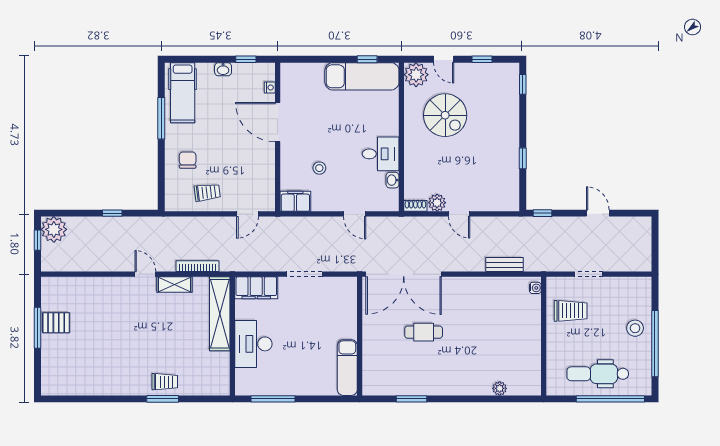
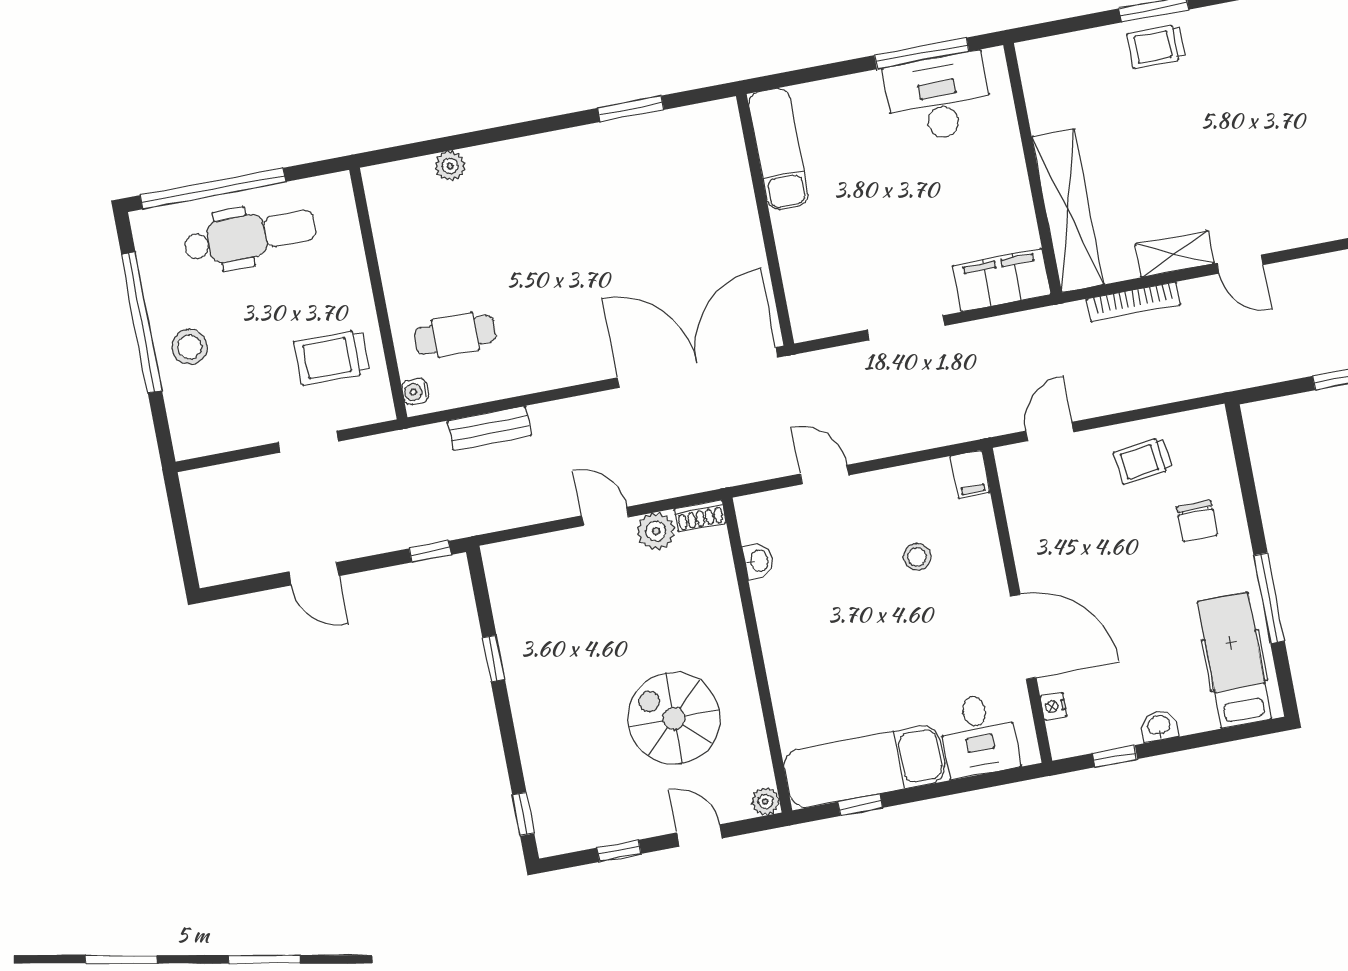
plant: (416, 75) -> (765, 801), width x0.53, depth x0.53
desk: (381, 154) -> (979, 735), moved, turned -90
filing cabinet: (295, 201) -> (970, 474), width x0.50
cafe table: (424, 332) -> (455, 335), moved
desk: (253, 344) -> (939, 98), moved, turned -90

